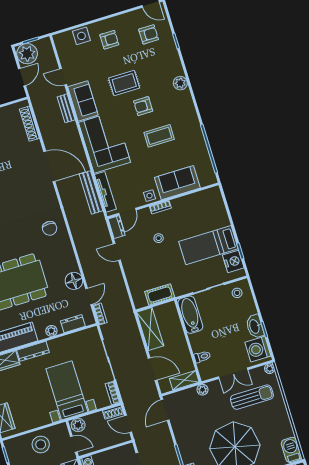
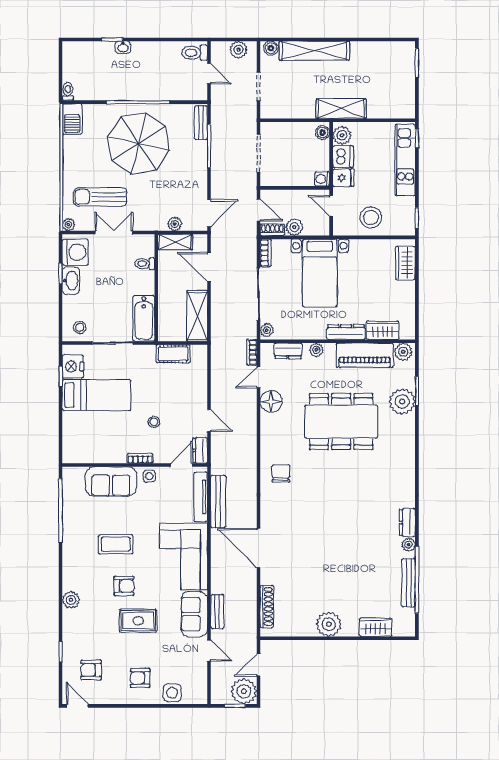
plant: (94, 334) -> (267, 330), added
plant: (203, 390) -> (175, 224), moved
plant: (78, 425) -> (294, 227), moved

